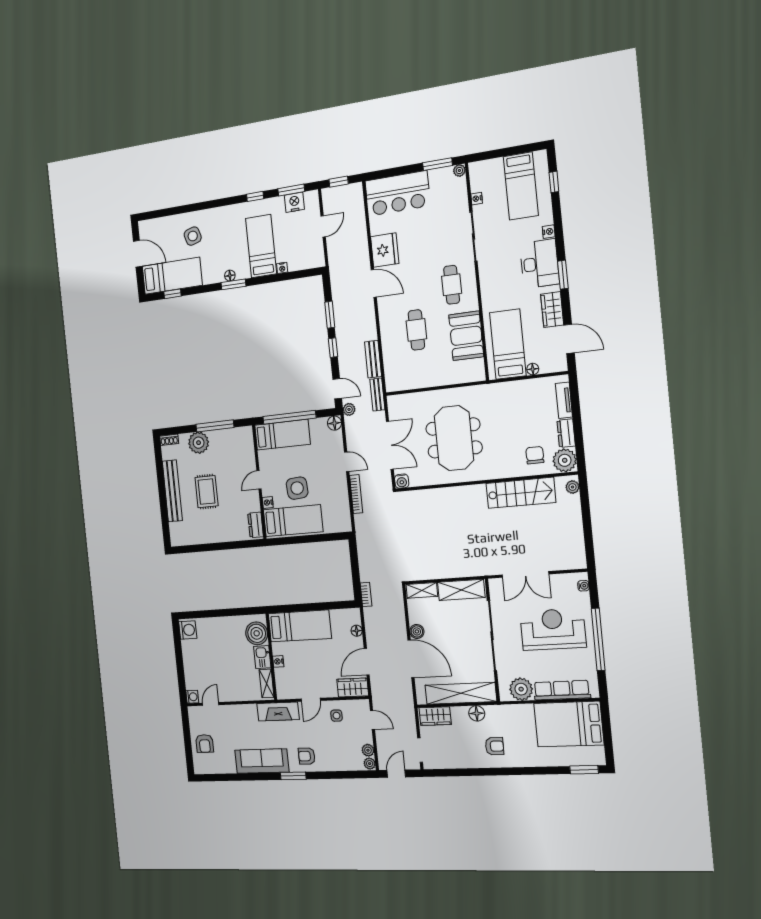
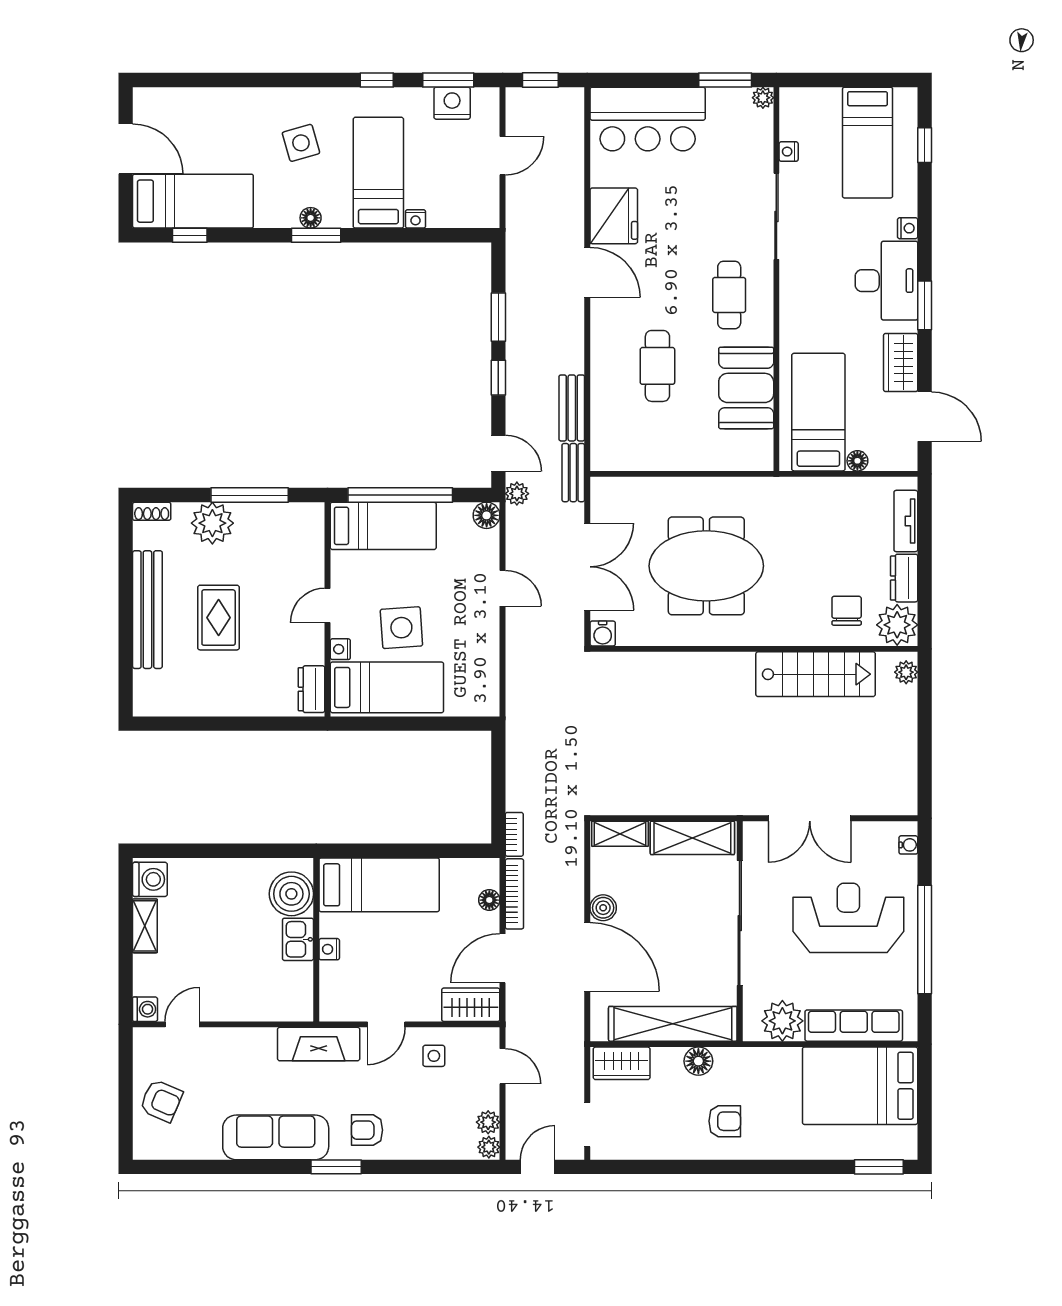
side table: (193, 236) -> (301, 143), moved
meeting table: (454, 438) -> (706, 566), turned 90
bookcase: (356, 494) -> (514, 894), moved
shelving: (267, 683) -> (145, 926), moved
armchair: (205, 744) -> (161, 1101), turned -67

